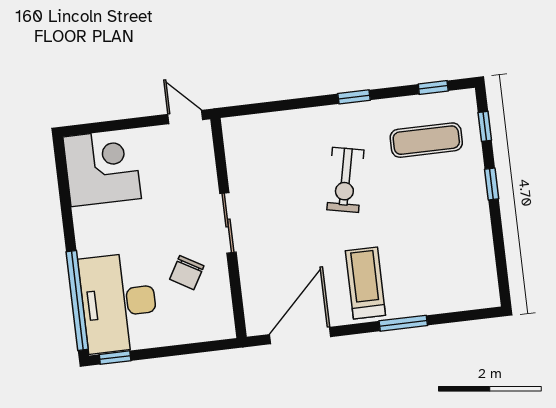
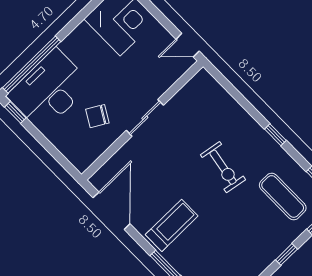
door: (185, 117) -> (188, 45), swing flipped
exercise bike: (345, 180) -> (223, 167), turned -92
door: (300, 336) -> (112, 211), hinge flipped

